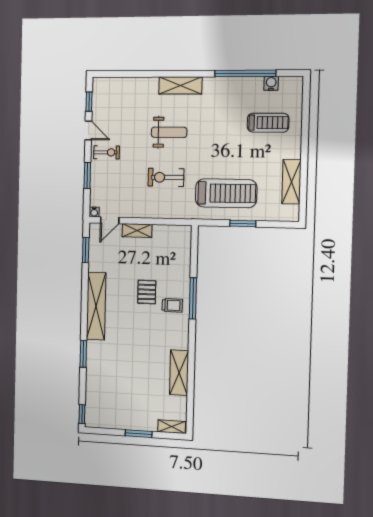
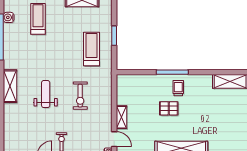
treadmill: (226, 193) -> (91, 49), width x0.73, depth x0.73

